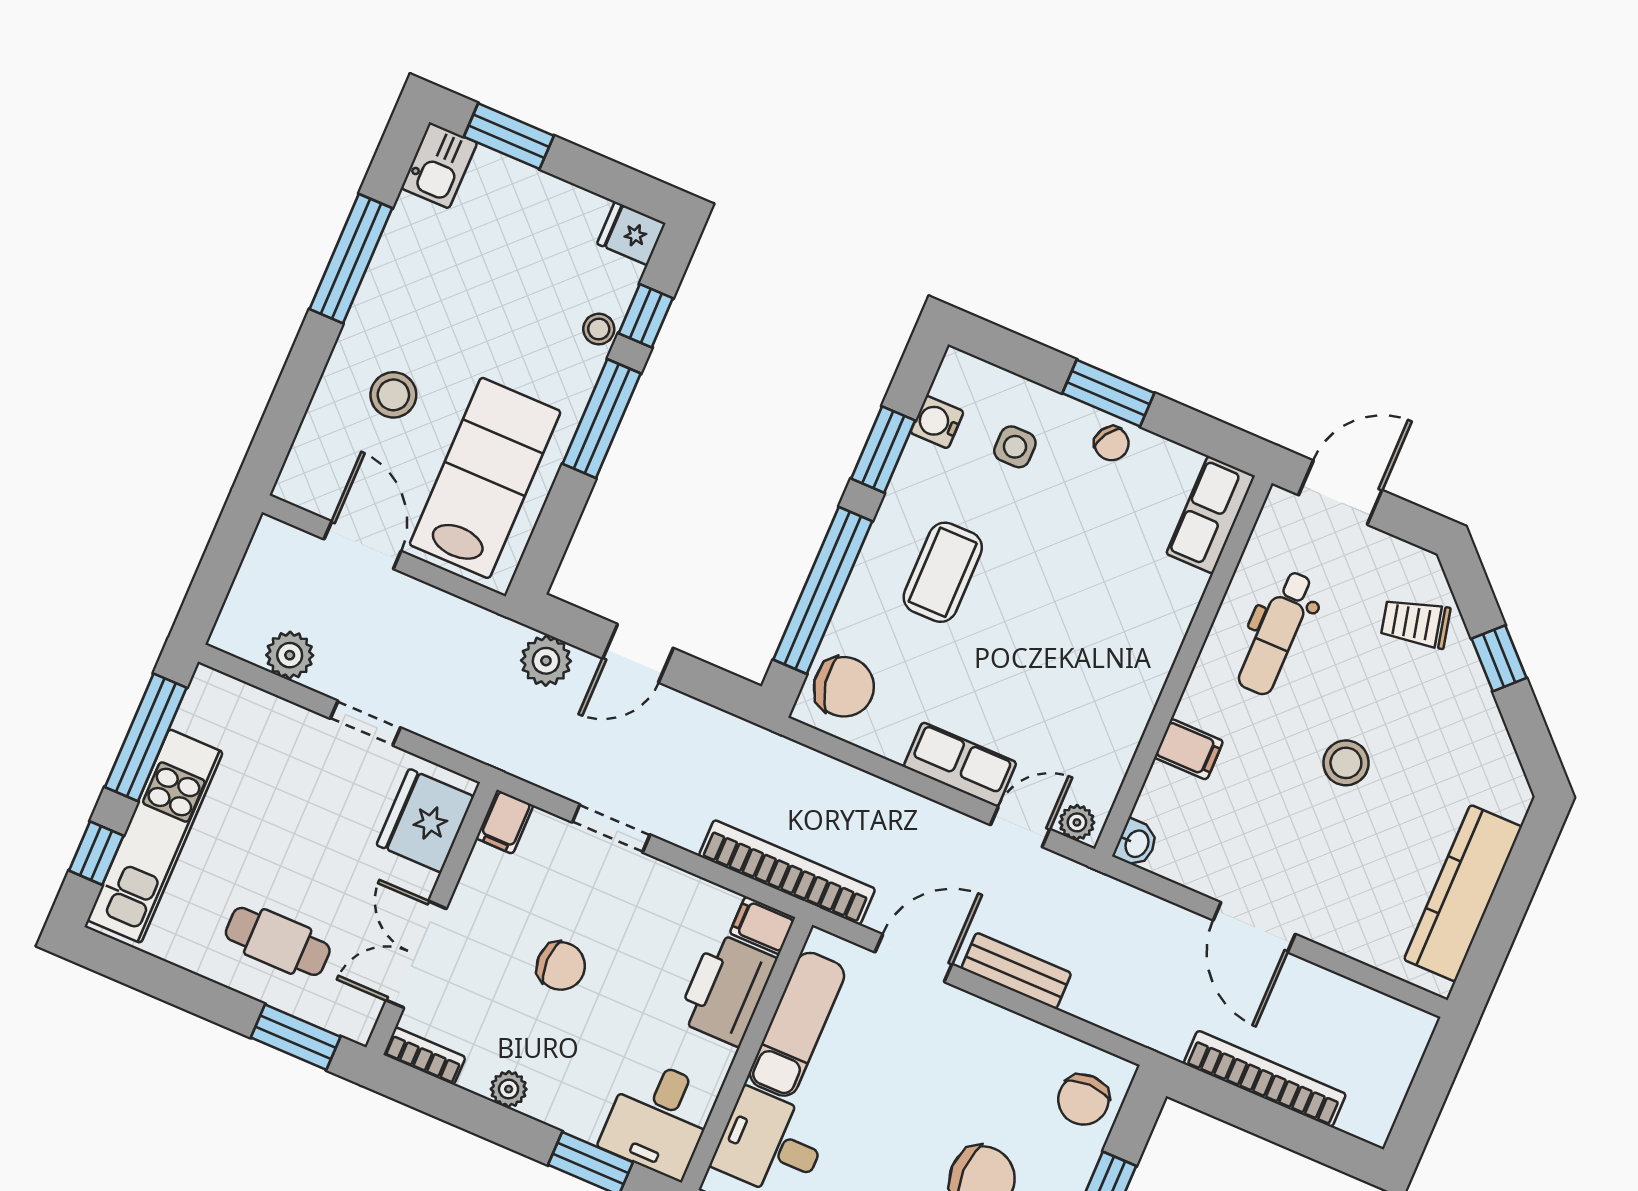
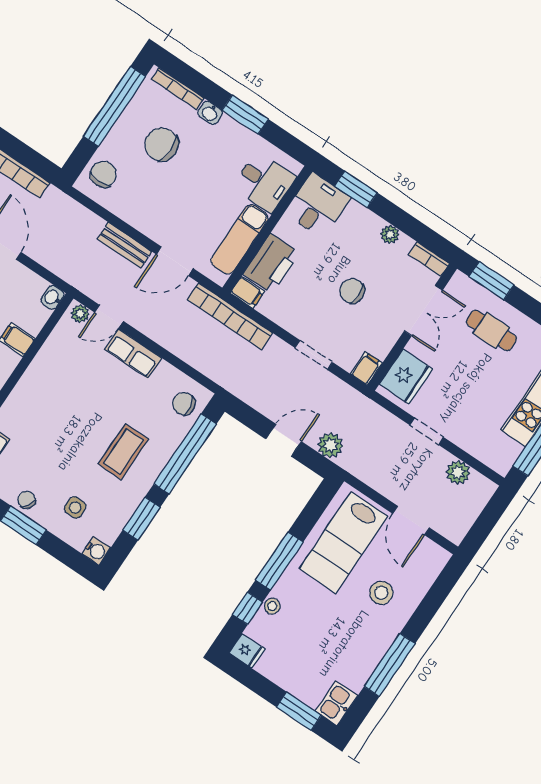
water cooler: (937, 422) -> (96, 551), moved
chair: (844, 687) -> (184, 404), width x0.73, depth x0.73

